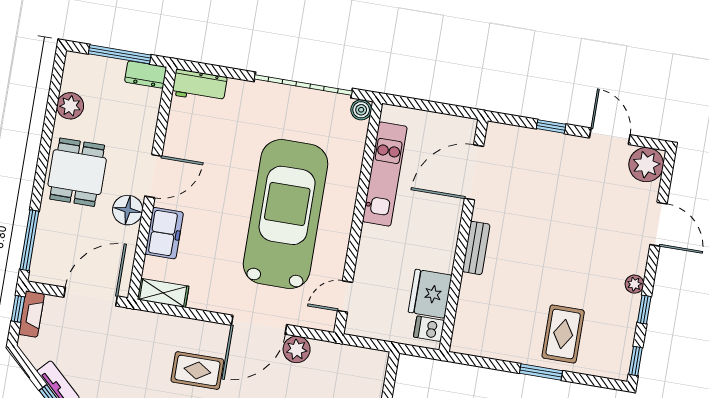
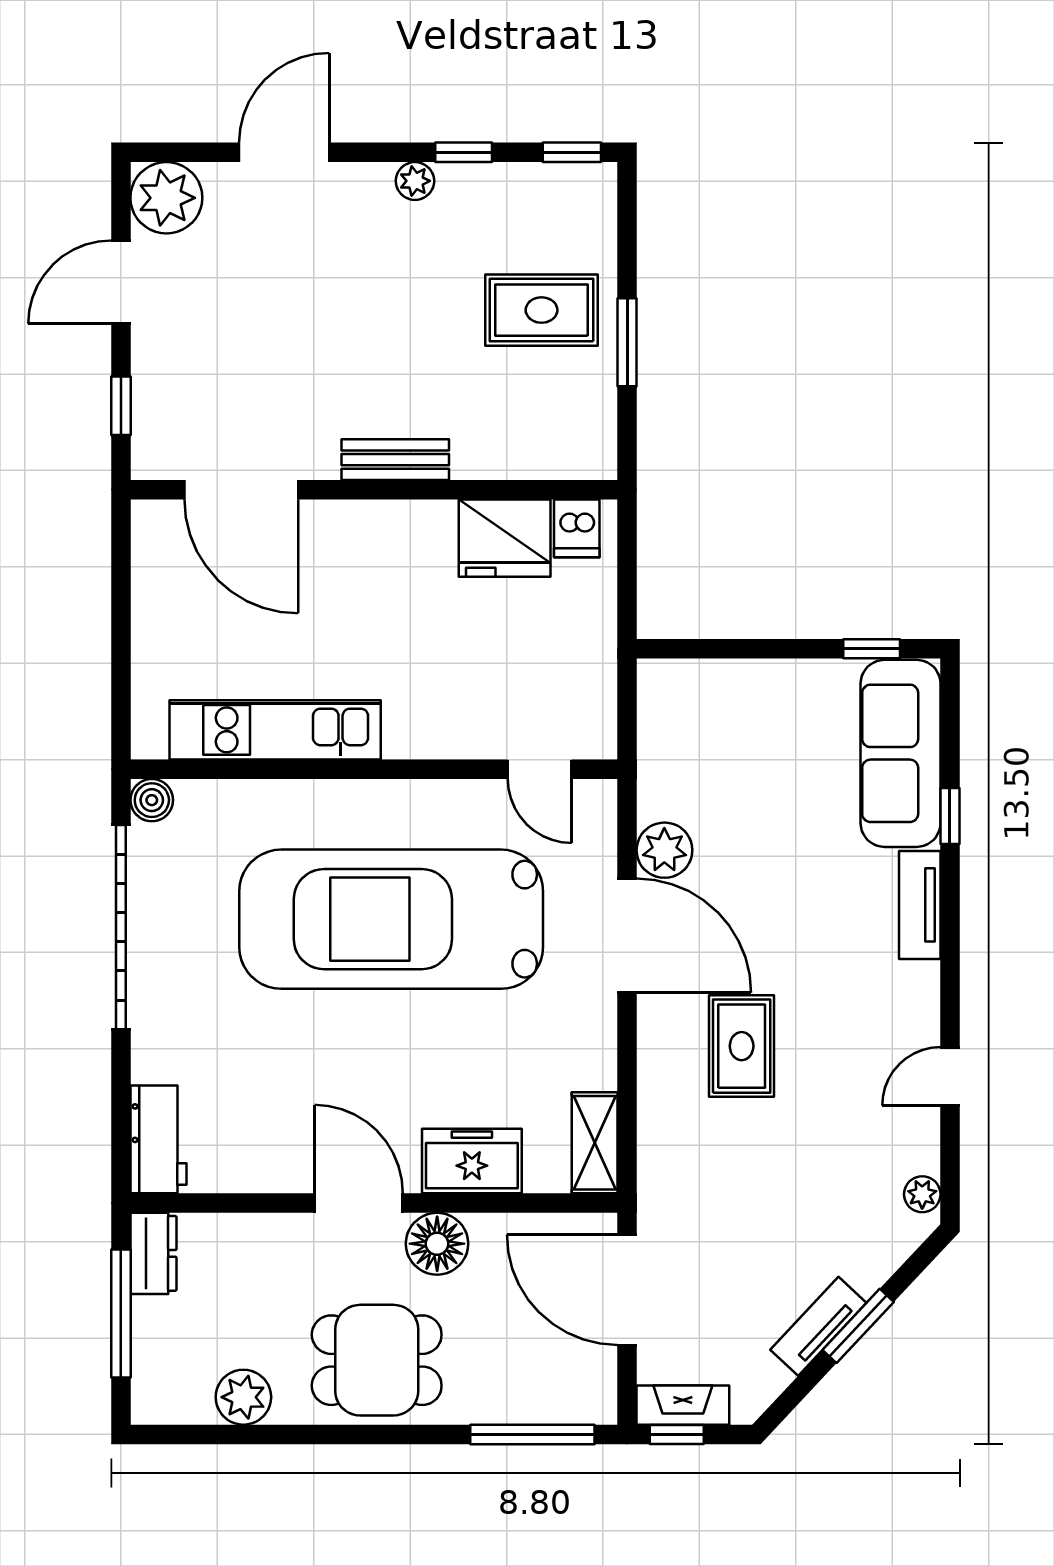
door: (474, 172) -> (241, 490), moved
wall: (464, 235) -> (374, 490), moved
bench: (476, 248) -> (395, 460), moved
fridge: (430, 294) -> (505, 538), moved
dishwasher: (429, 329) -> (577, 528), moved

